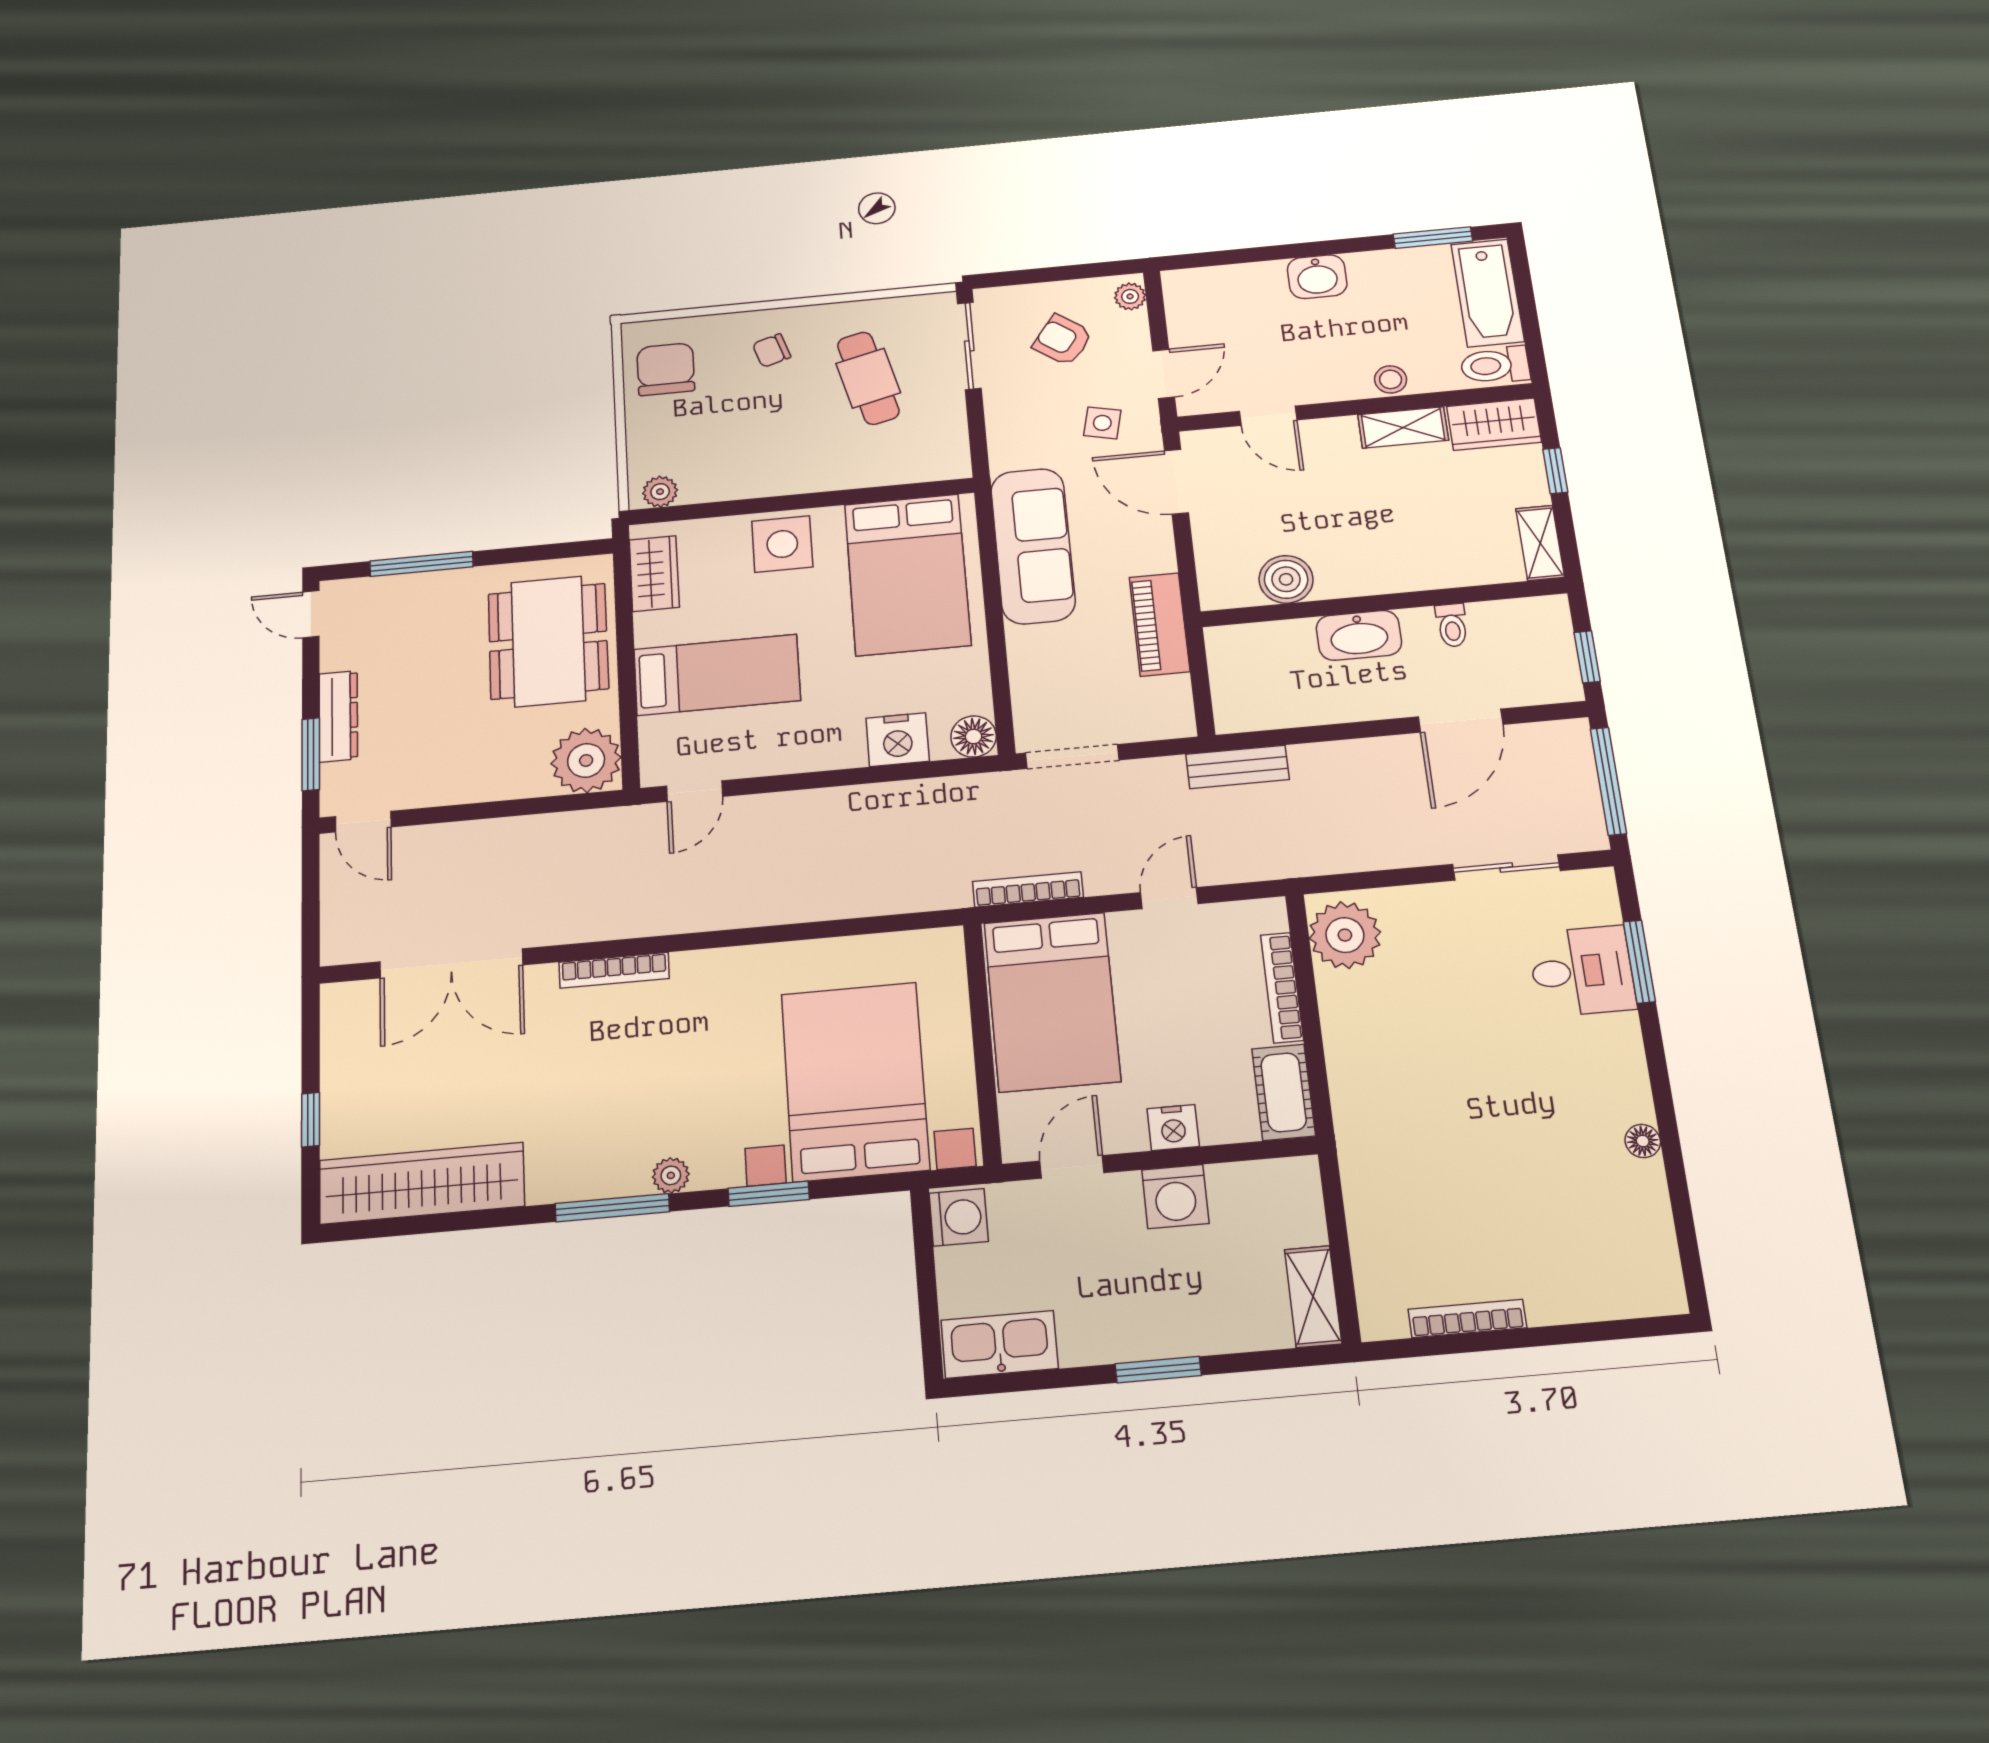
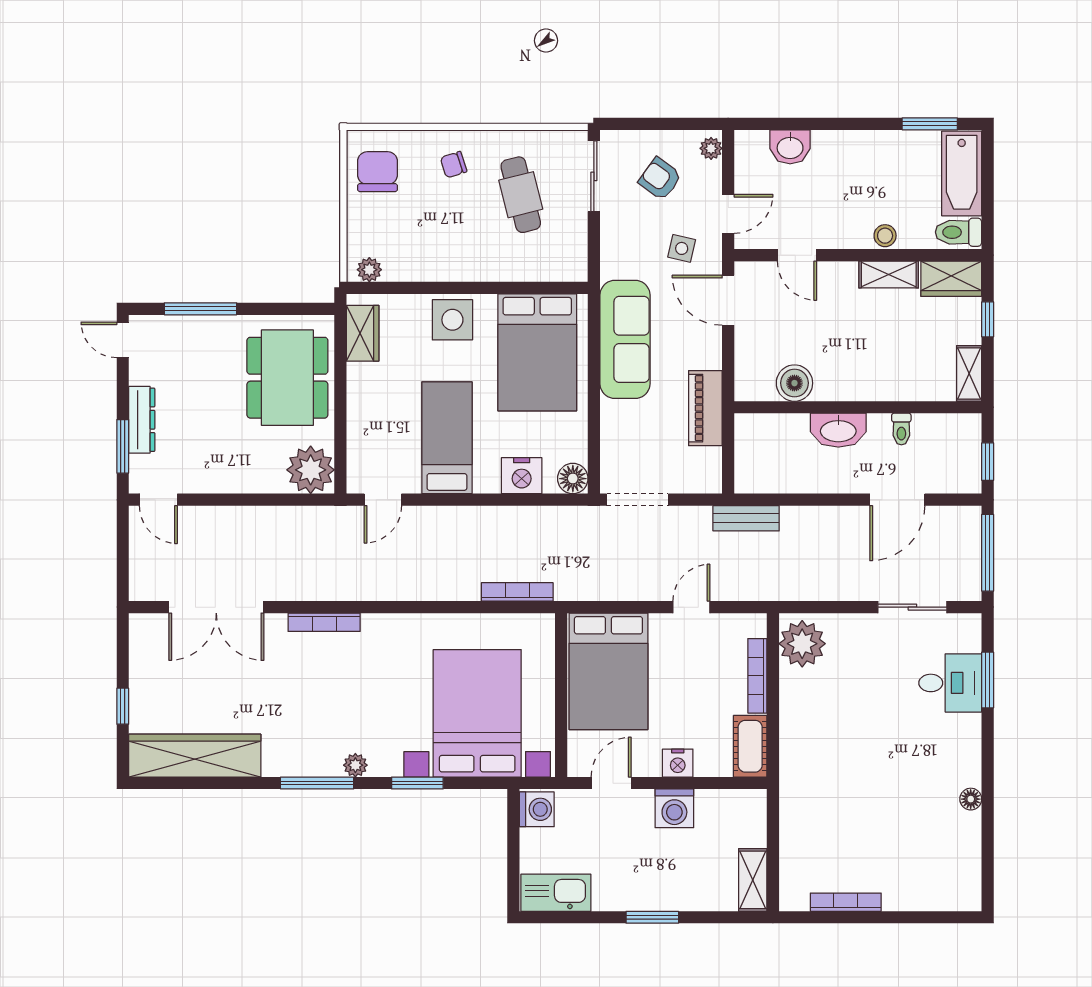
washbasin: (1317, 277) -> (790, 147), moved
bed: (717, 675) -> (447, 438), moved, turned -90
bookcase: (1028, 889) -> (517, 592), moved

